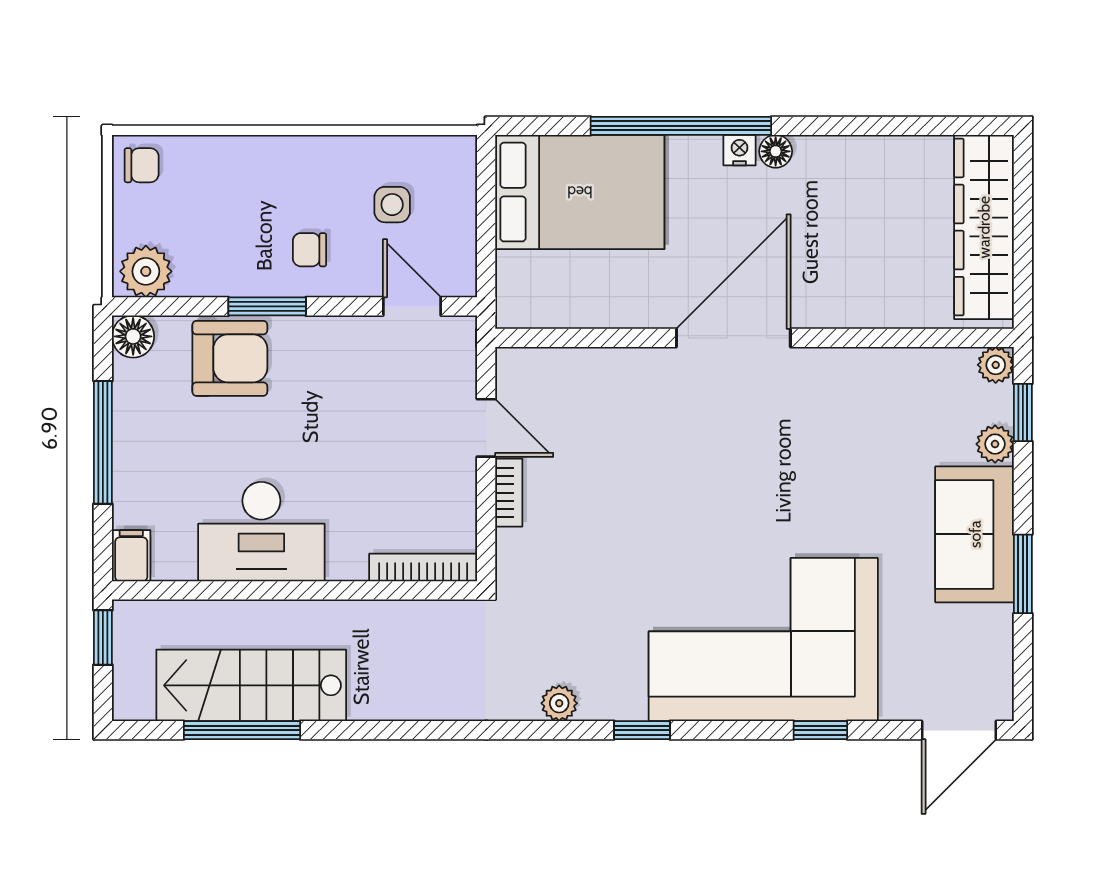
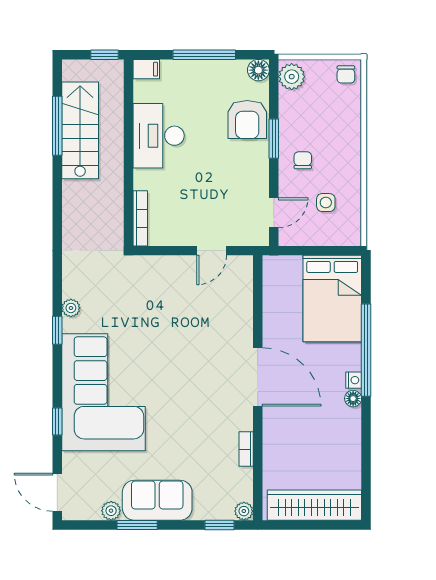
plant: (995, 444) -> (111, 511), moved
bookcase: (509, 493) -> (246, 449), moved, turned 90
plant: (559, 703) -> (71, 308), moved

